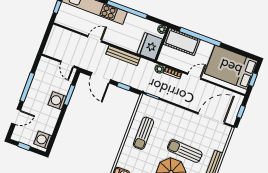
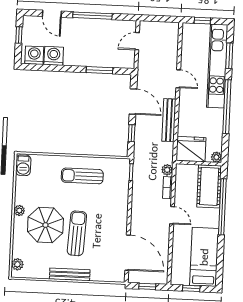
door: (67, 64) -> (137, 41), moved
bed: (231, 67) -> (204, 257), width x0.67
door: (101, 78) -> (133, 101), swing flipped
washing machine: (57, 101) -> (54, 56), moved

